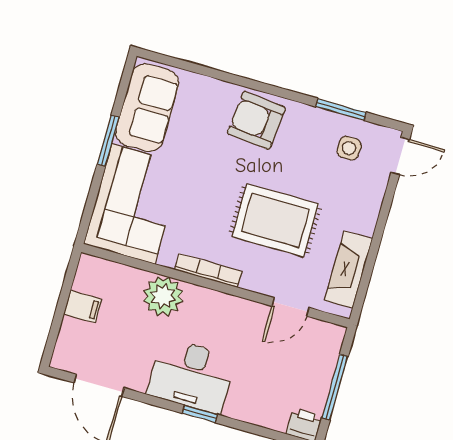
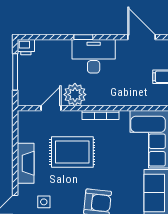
fireplace: (348, 270) -> (26, 163), moved
plant: (163, 296) -> (75, 95), moved

